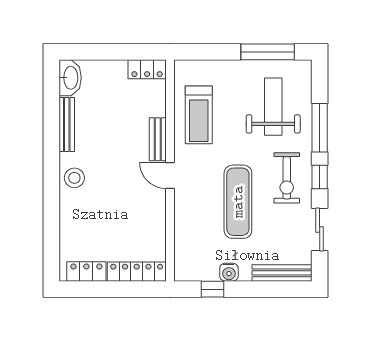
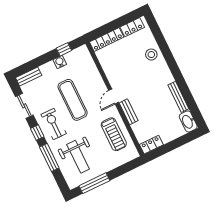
treadmill: (199, 115) -> (114, 134), turned 180
door: (170, 175) -> (114, 96), swing flipped
stool: (74, 178) -> (151, 55), moved
bench: (282, 273) -> (29, 77), width x0.73

